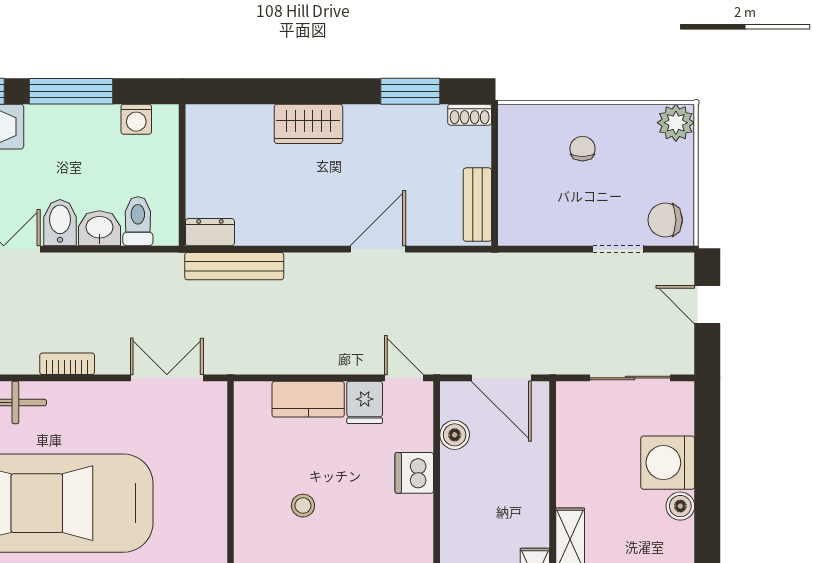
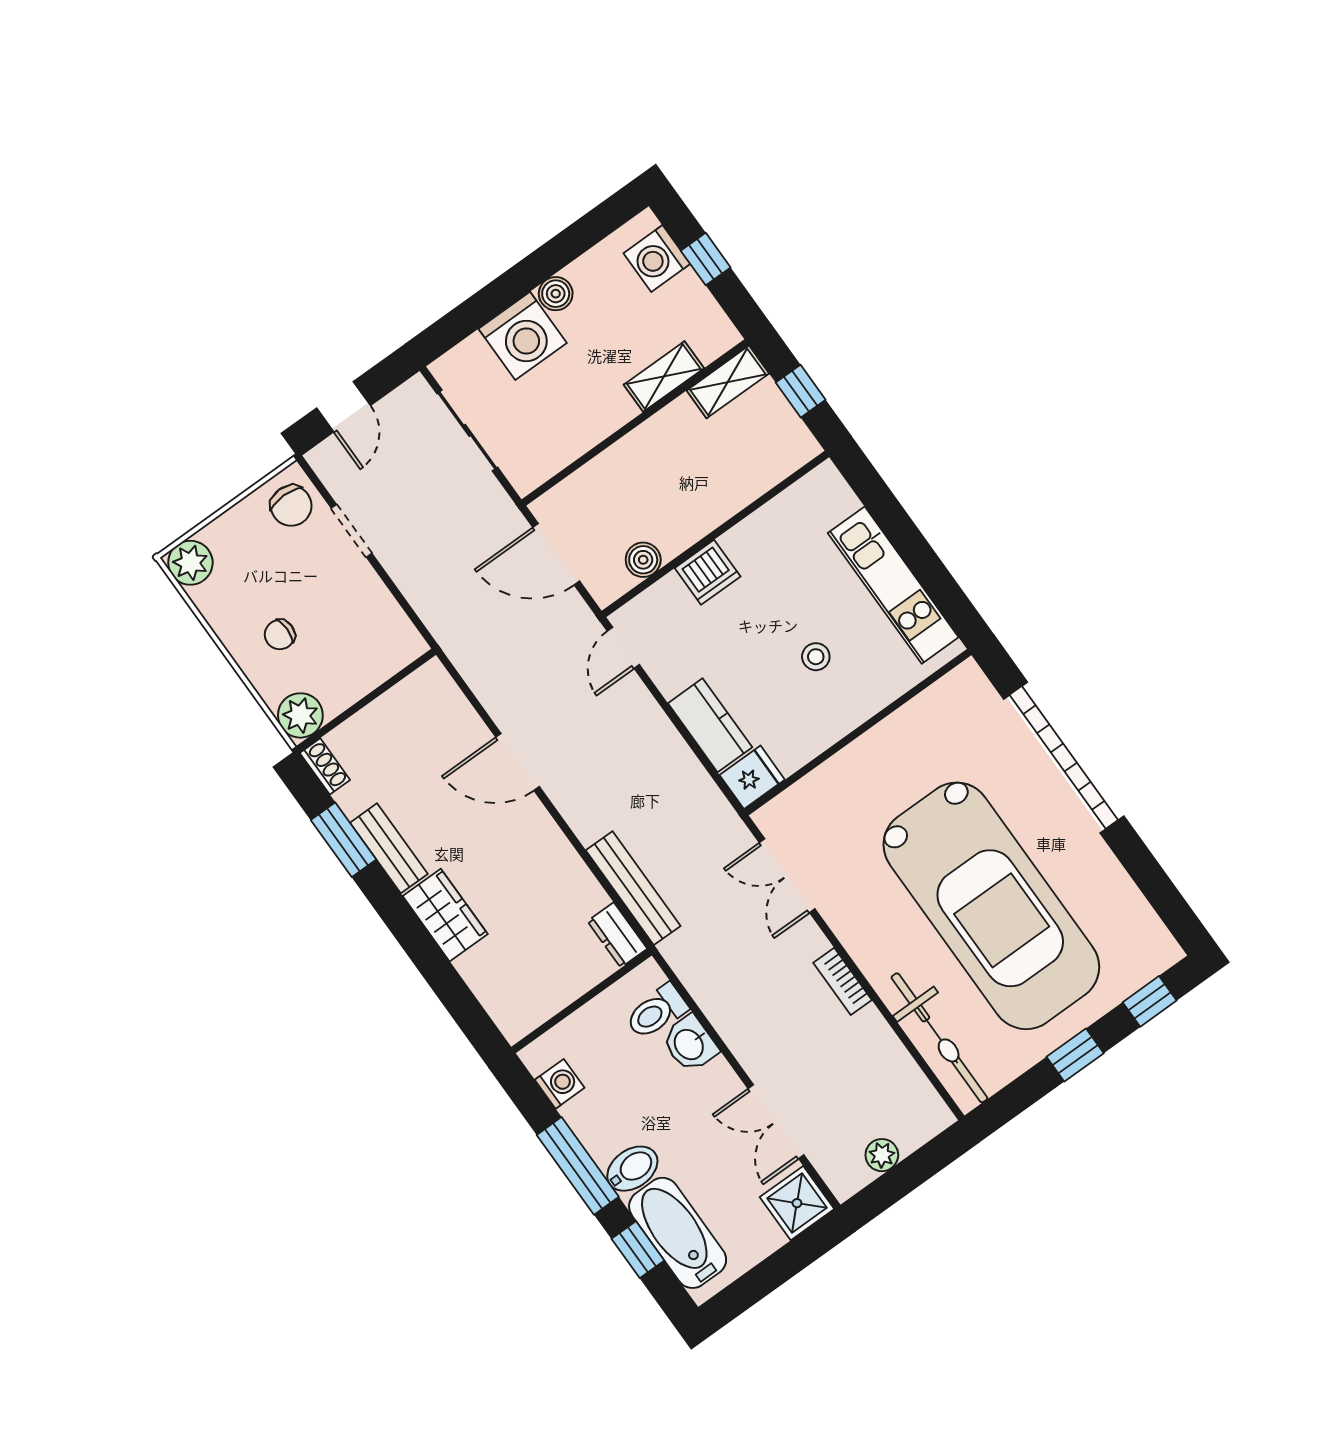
plant: (517, 123) -> (300, 715), added
bench: (477, 205) -> (389, 848), moved, turned 90
bidet: (60, 223) -> (632, 1169), moved, turned 180
door: (501, 378) -> (556, 554), swing flipped
fridge: (365, 402) -> (752, 777), moved

